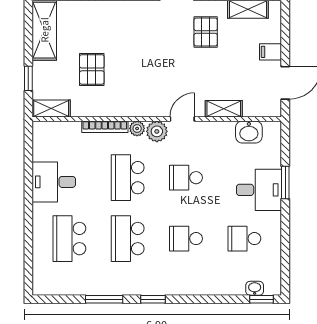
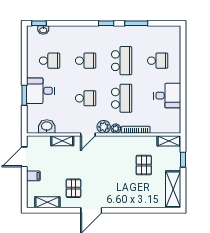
school desk: (69, 239) -> (158, 61), width x0.54

